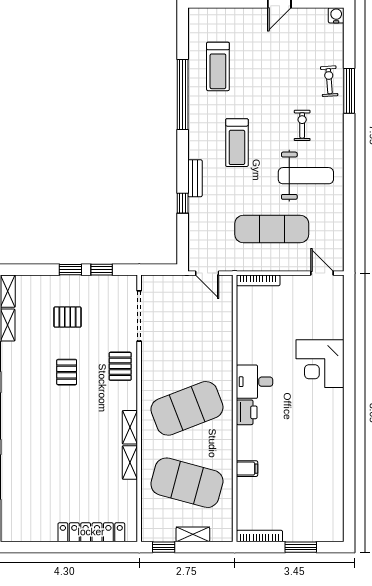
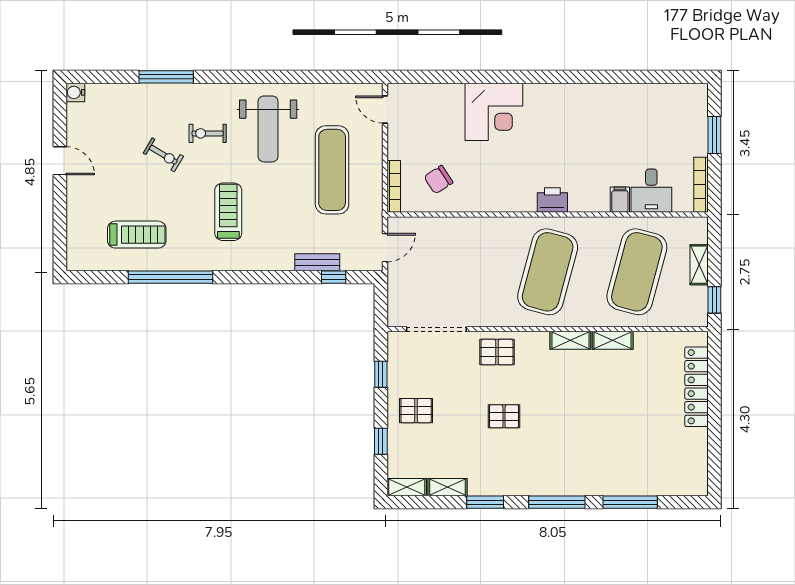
exercise bike: (329, 81) -> (163, 155), moved, turned -145
treadmill: (237, 143) -> (228, 212), turned -90
weight bench: (306, 176) -> (268, 129), turned 180
bench: (195, 178) -> (317, 262), moved
window: (183, 203) -> (334, 277), moved
window: (70, 270) -> (381, 441), moved
door: (322, 273) -> (385, 110), hinge flipped
pallet: (68, 317) -> (416, 411), moved, turned 90
chair: (264, 318) -> (438, 180), added
desk: (255, 382) -> (651, 191), moved
exercise mat: (187, 408) -> (548, 272), turned 36

